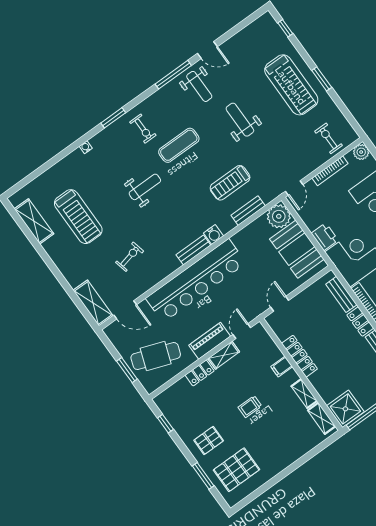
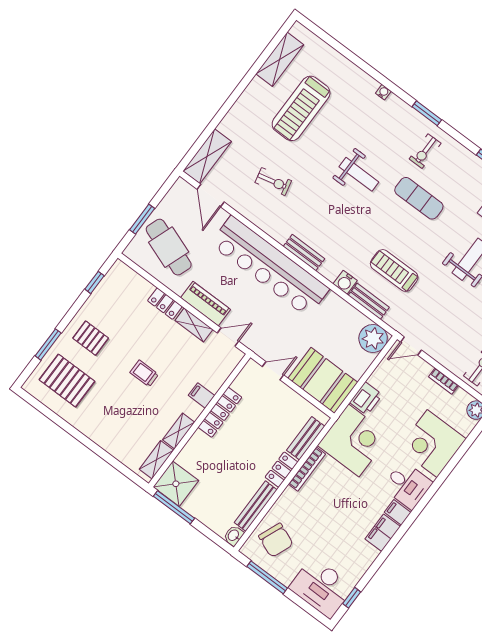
bookcase: (330, 171) -> (444, 381), width x0.64
water cooler: (214, 234) -> (345, 282), moved
booth: (297, 249) -> (323, 380), moved, turned 90

